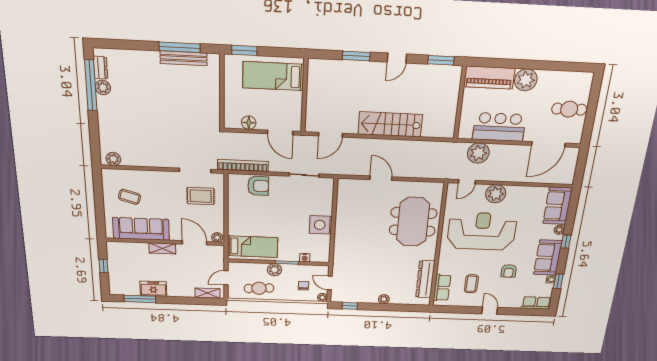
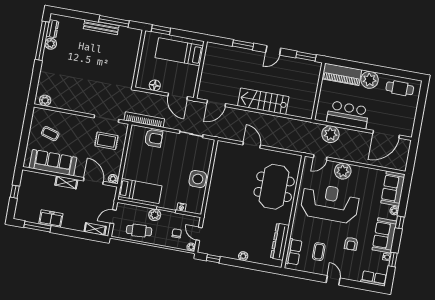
bench: (184, 58) -> (101, 27), moved
cafe table: (569, 109) -> (400, 88), moved

